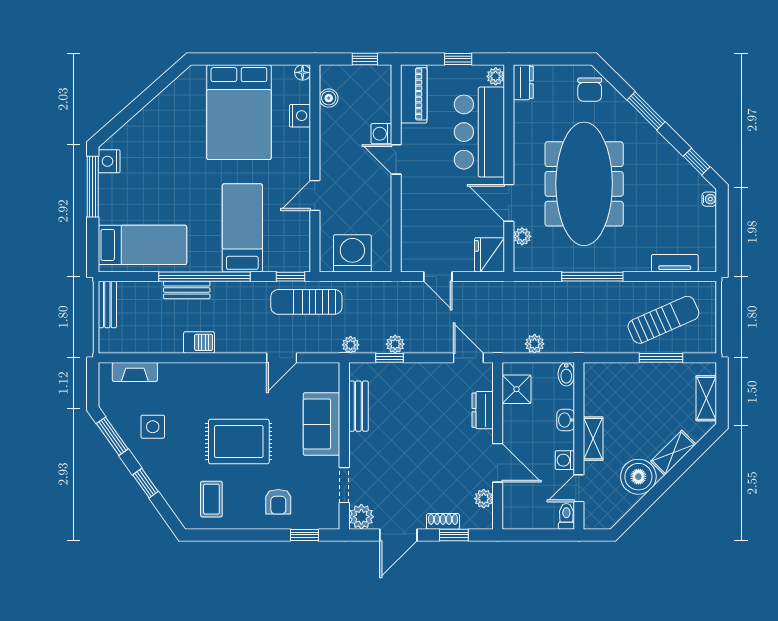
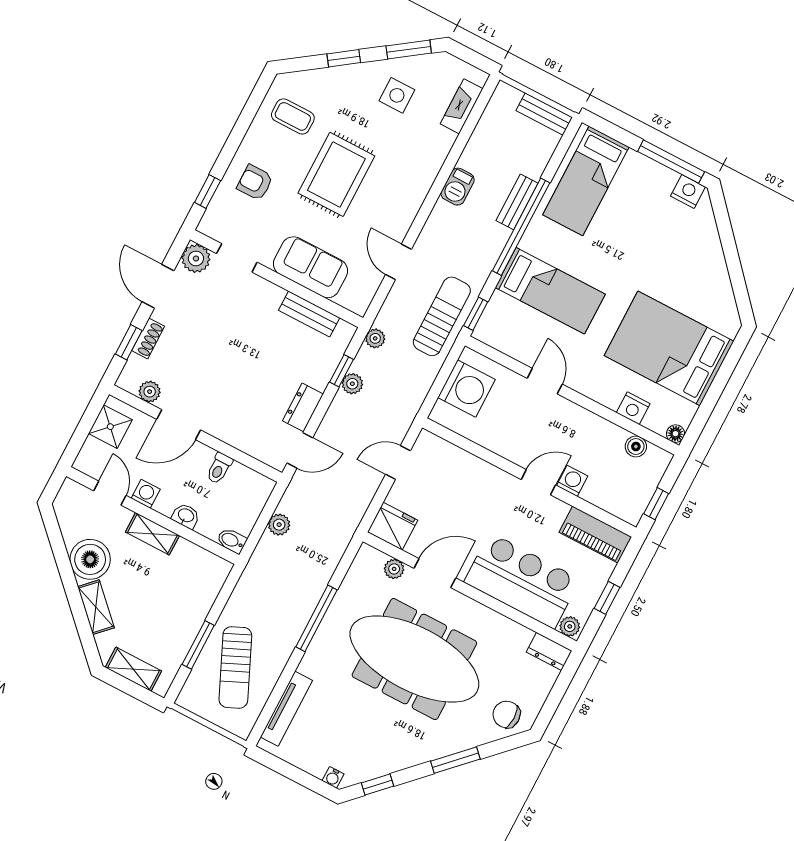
tv unit: (675, 263) -> (286, 709), width x1.41
shower: (517, 389) -> (110, 427), moved
dresser: (483, 410) -> (303, 407), moved, turned -90
toilet: (566, 516) -> (219, 468), moved, turned 90

